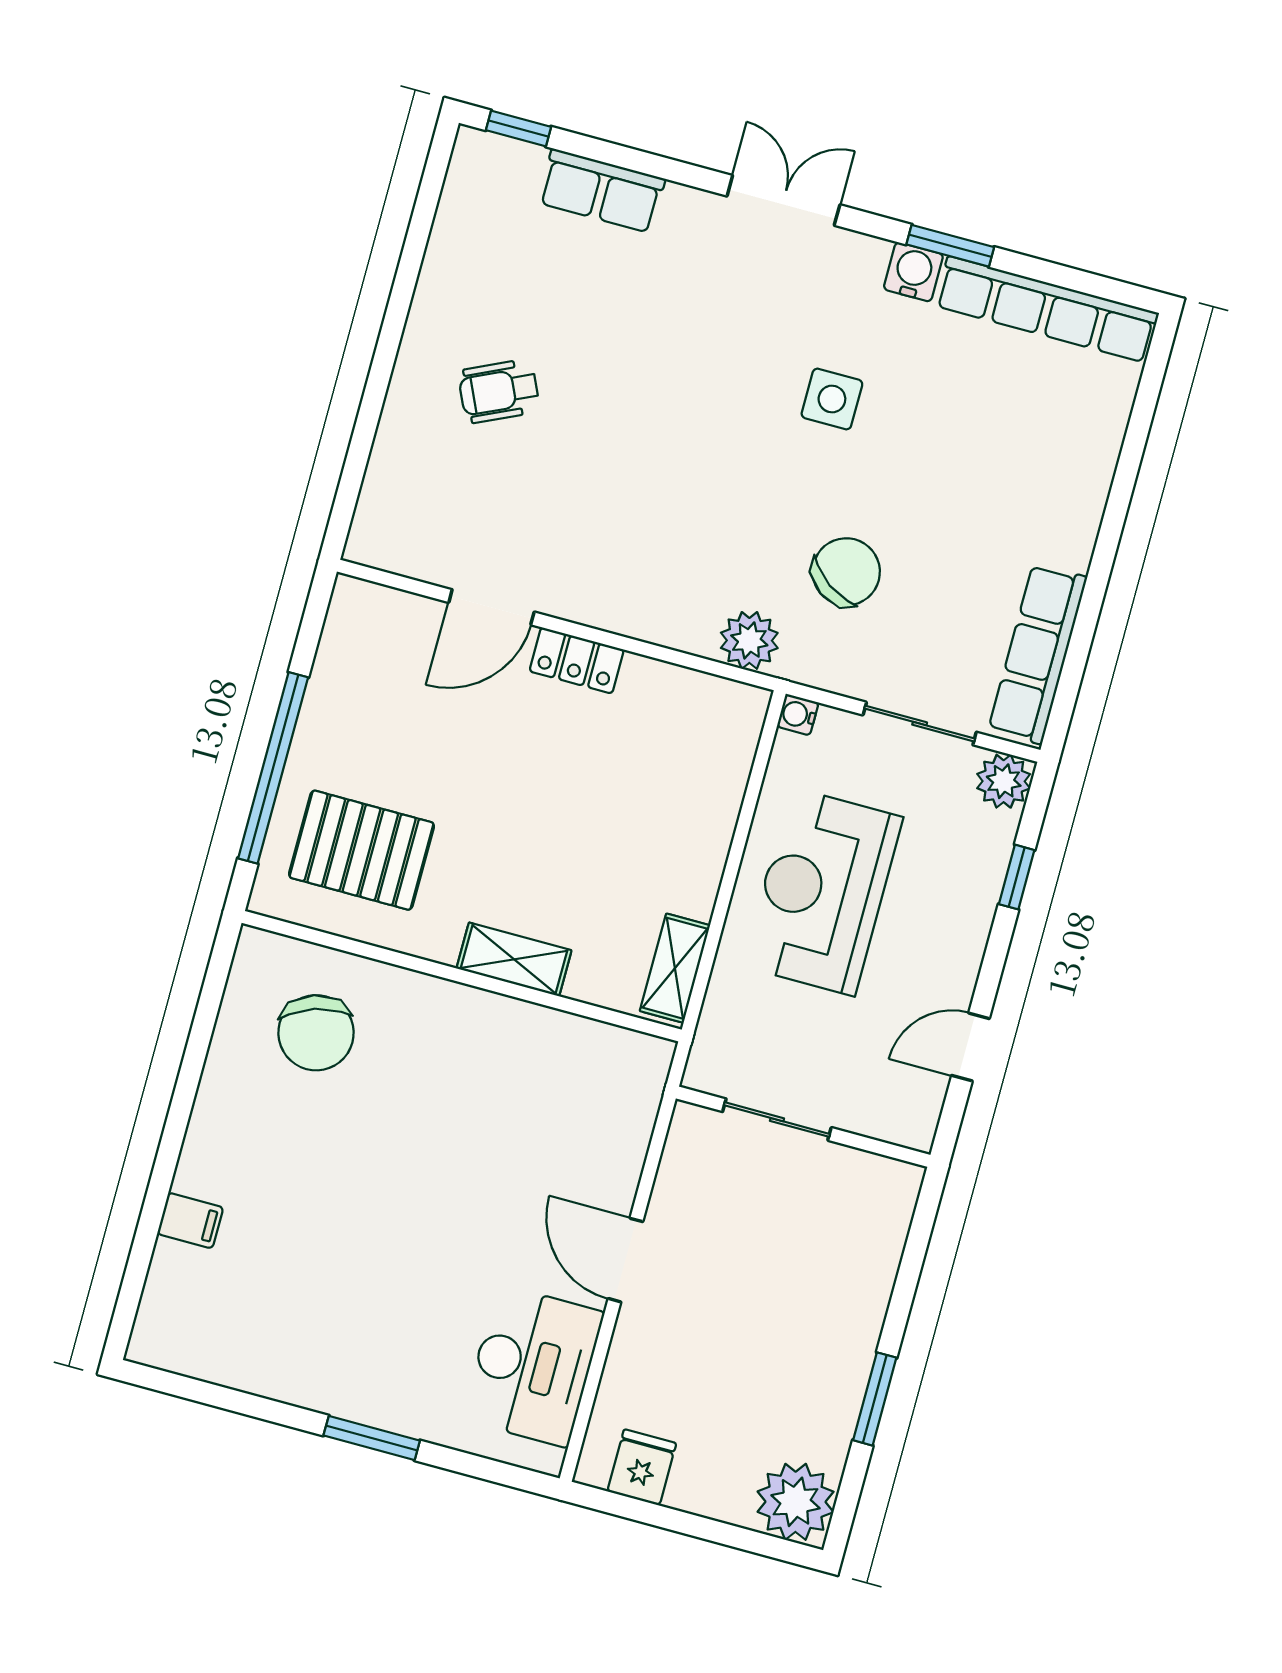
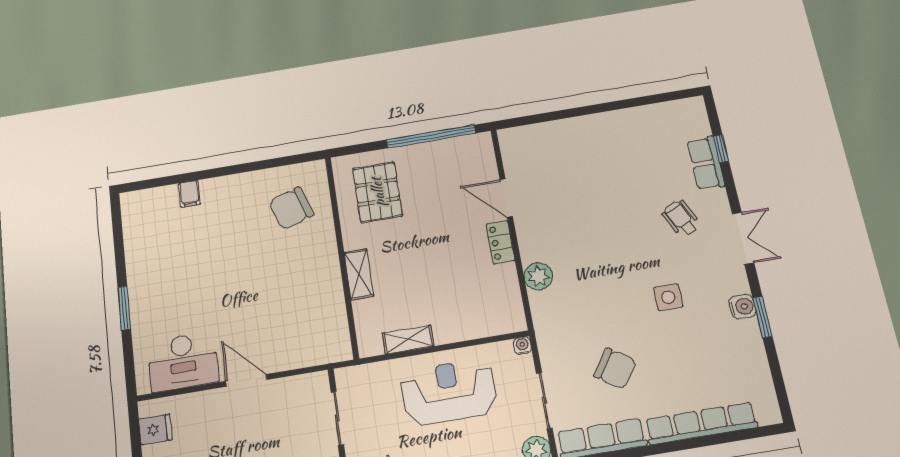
window: (518, 128) -> (721, 149), moved
row of seats: (1047, 309) -> (701, 423), moved, turned 90
wheelchair: (499, 391) -> (681, 219), moved
chair: (846, 572) -> (615, 369), moved
plant: (749, 640) -> (538, 276), moved
window: (273, 768) -> (431, 136), moved
shelving: (675, 968) -> (408, 340), moved
door: (625, 1260) -> (246, 380), hinge flipped

